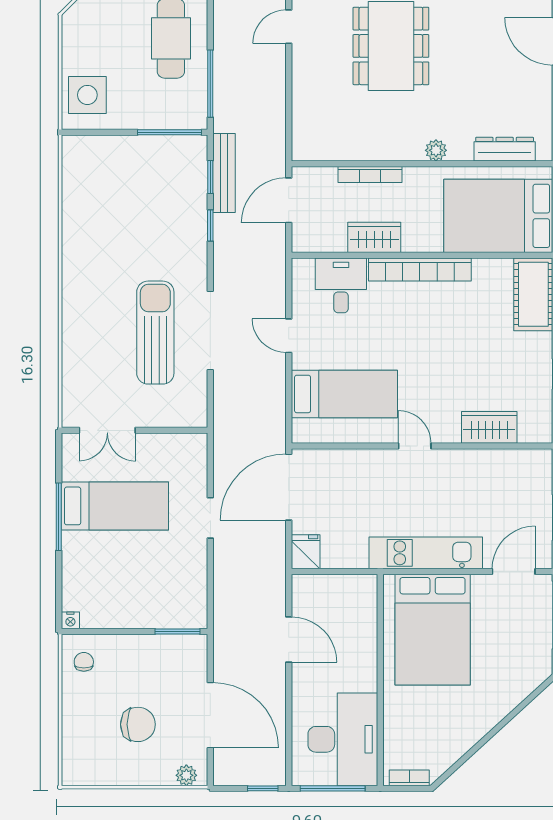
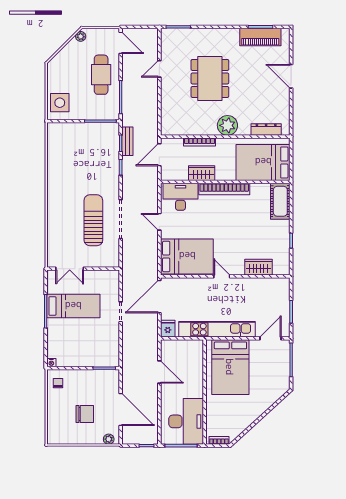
plant: (436, 150) -> (227, 125), width x1.87, depth x1.87
bench: (224, 173) -> (127, 141), width x0.73
desk: (341, 285) -> (180, 197), width x1.37
bed: (344, 394) -> (187, 256), width x1.50
kitchen unit: (426, 553) -> (217, 329), width x1.36

